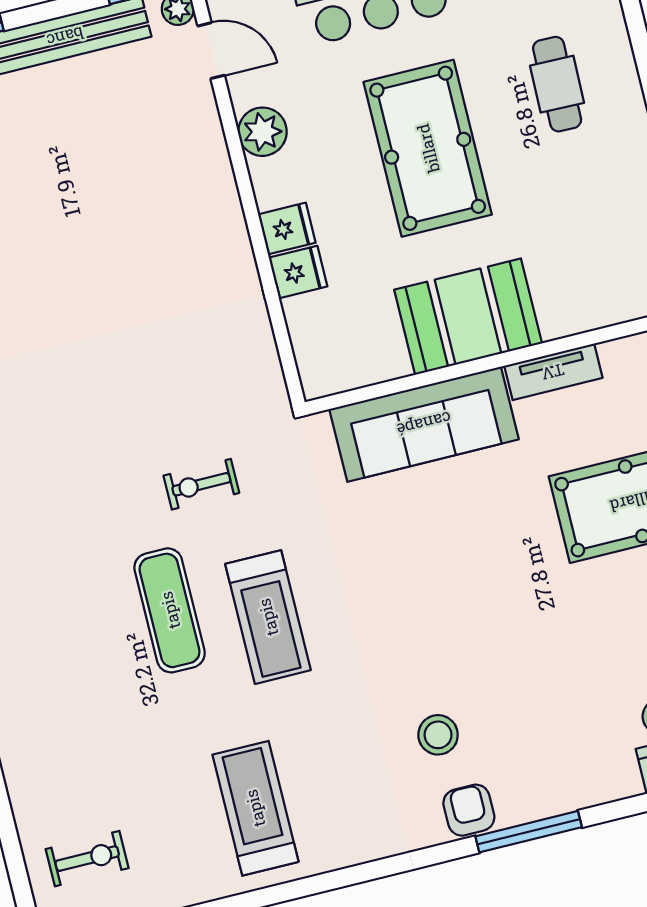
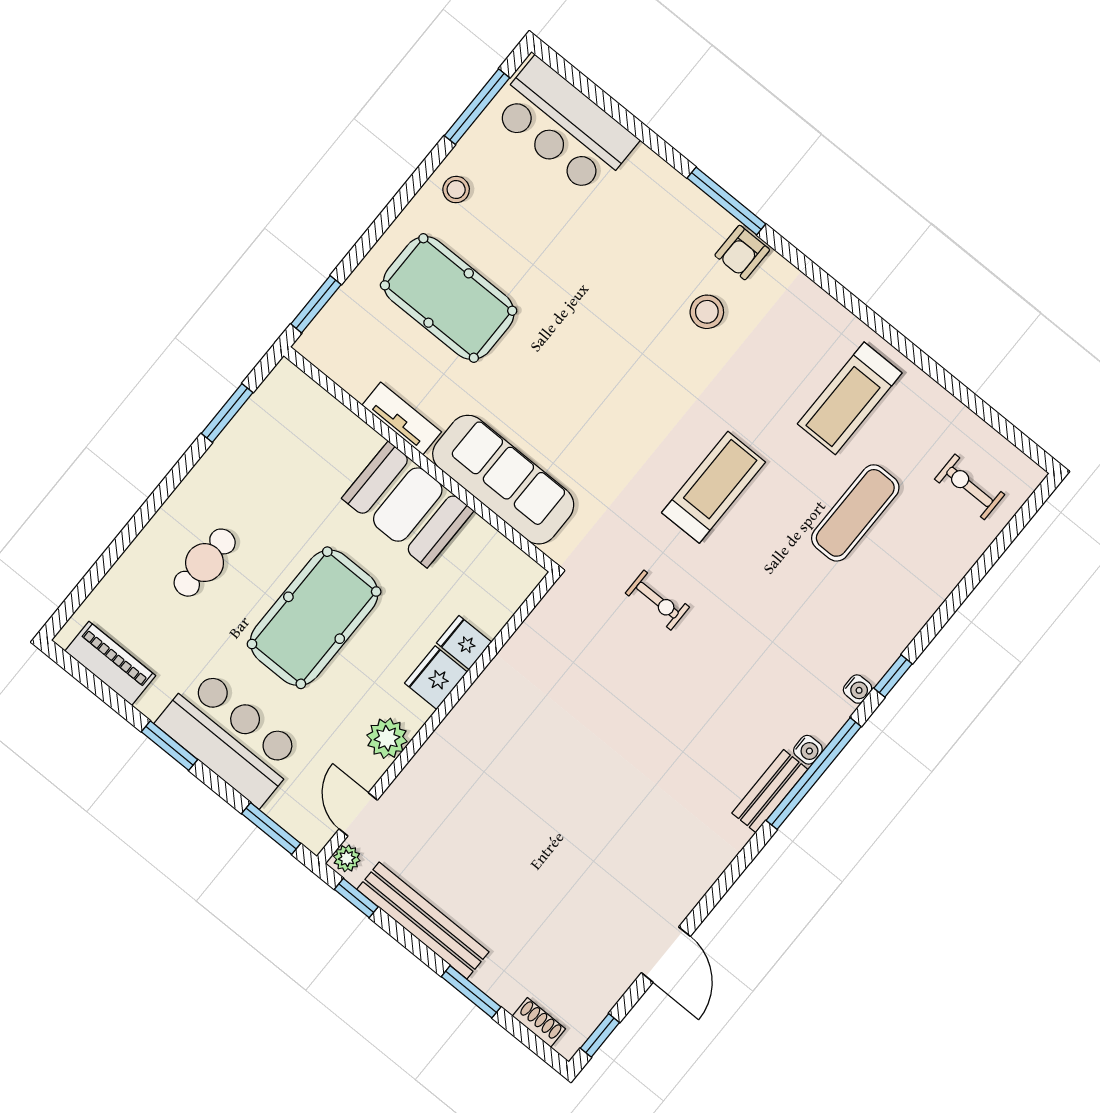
fridge: (287, 228) -> (436, 678), width x1.38
exercise mat: (170, 610) -> (855, 513), moved

